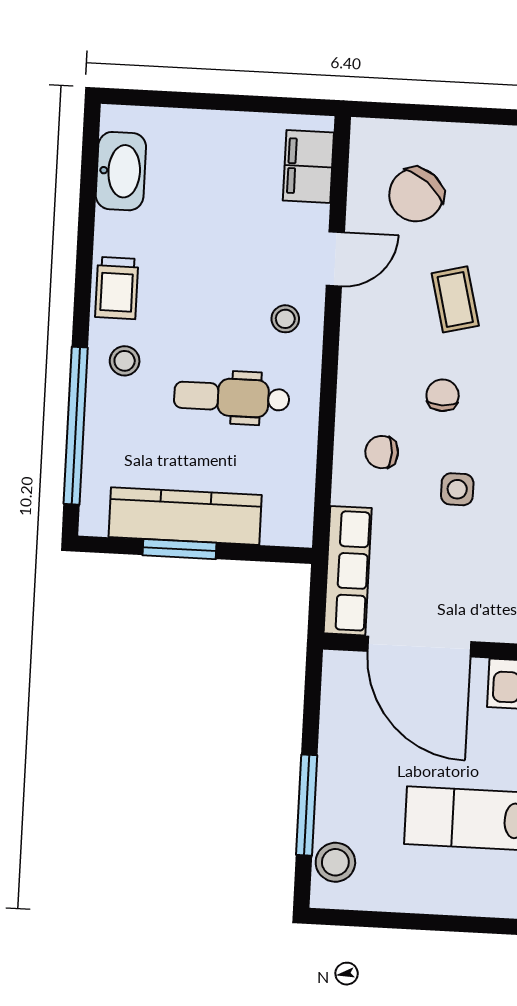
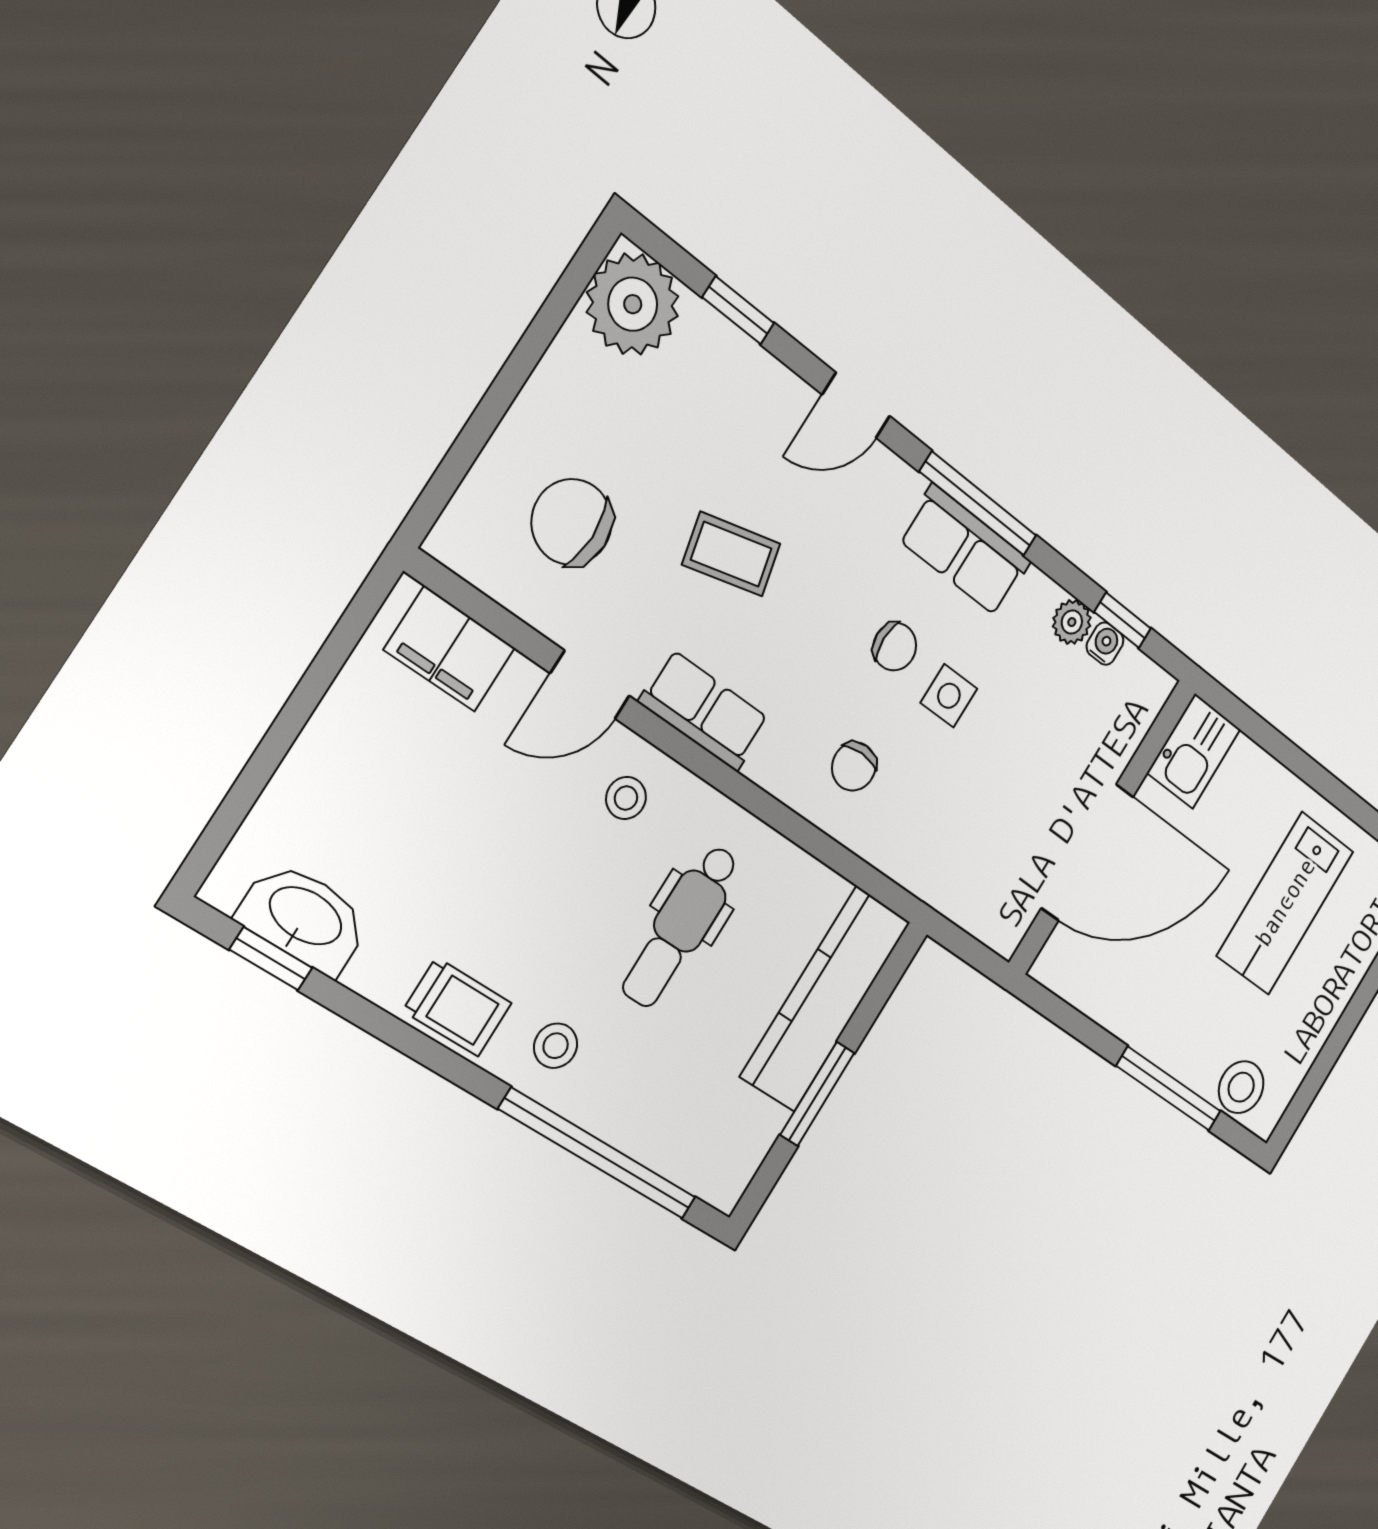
window: (89, 165) -> (271, 959), added
chair: (416, 195) -> (572, 522), turned 141
door: (335, 259) -> (590, 685), swing flipped
chair: (443, 395) -> (895, 647), moved, turned 180
kitchen counter: (185, 516) -> (825, 999), moved
row of seats: (348, 571) -> (704, 711), moved, width x0.68

